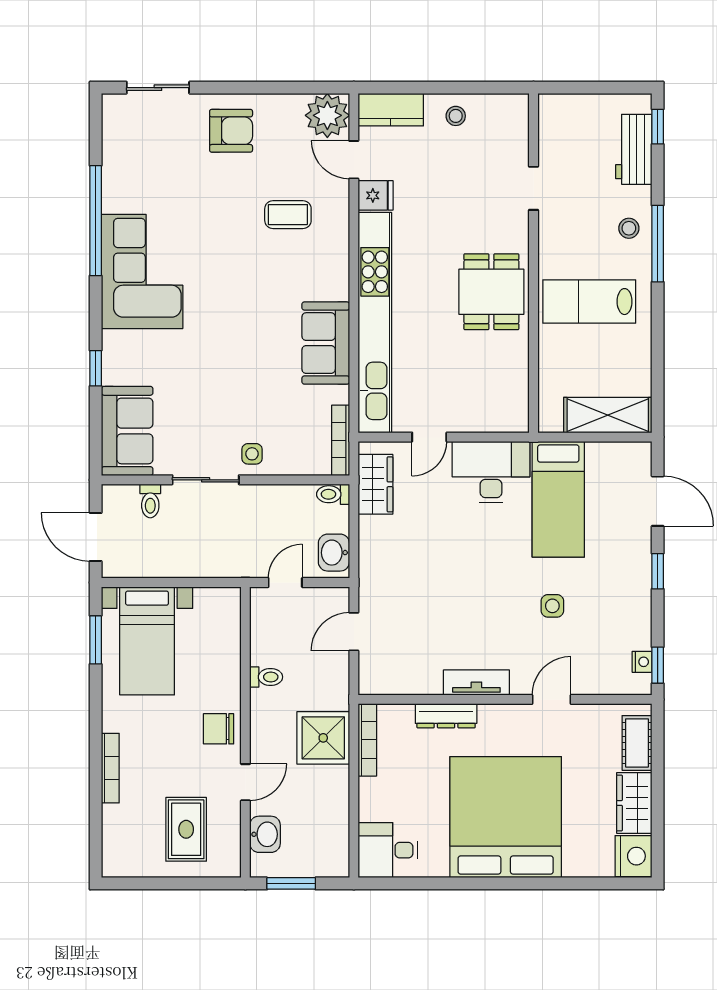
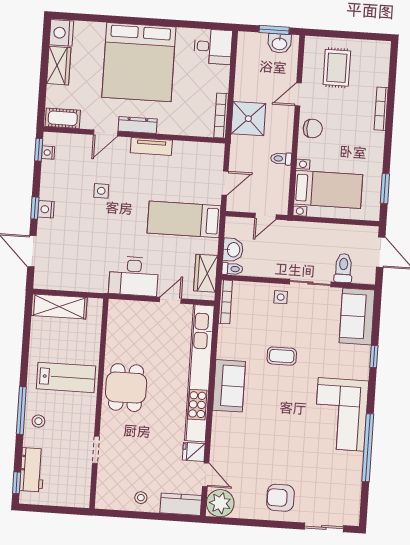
coffee table: (288, 215) -> (282, 356), moved
sofa: (326, 343) -> (229, 386), moved
bed: (558, 499) -> (184, 219), moved, turned -90
toilet: (150, 501) -> (343, 268), width x1.37, depth x1.39
washbasin: (334, 553) -> (233, 250), moved
nightstand: (639, 570) -> (46, 209), added
bed with nightstands: (147, 641) -> (328, 189), moved, turned 90
dresser: (446, 716) -> (138, 125), moved
cot: (637, 743) -> (63, 118), moved, turned 90
washbasin: (265, 834) -> (279, 43), moved, turned -90

